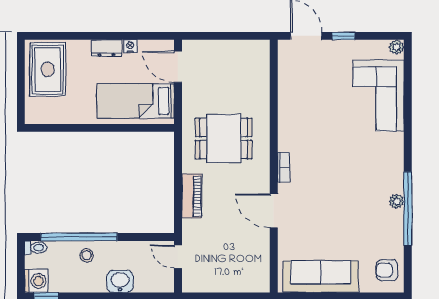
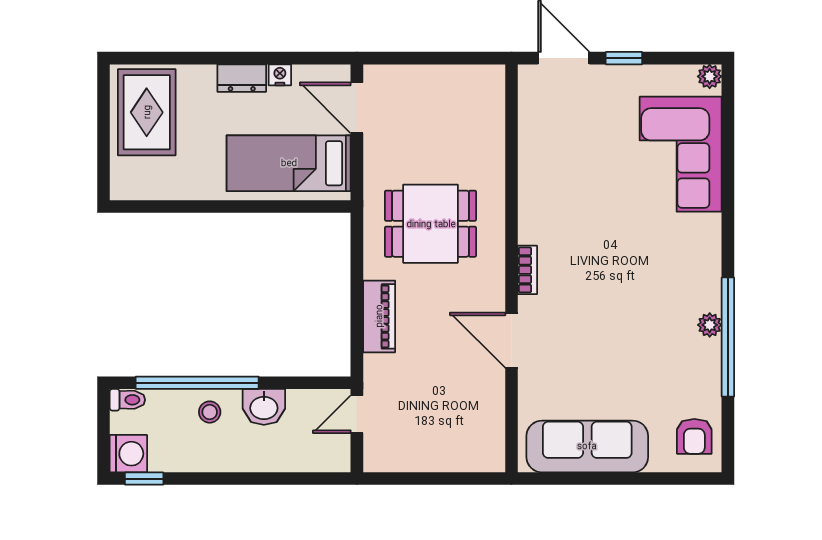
door: (178, 257) -> (357, 414), hinge flipped
armchair: (387, 270) -> (694, 436), turned -90
washbasin: (120, 281) -> (264, 407), moved, turned 180

